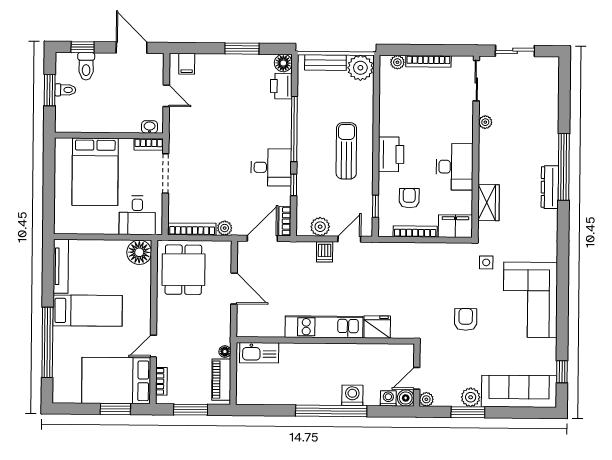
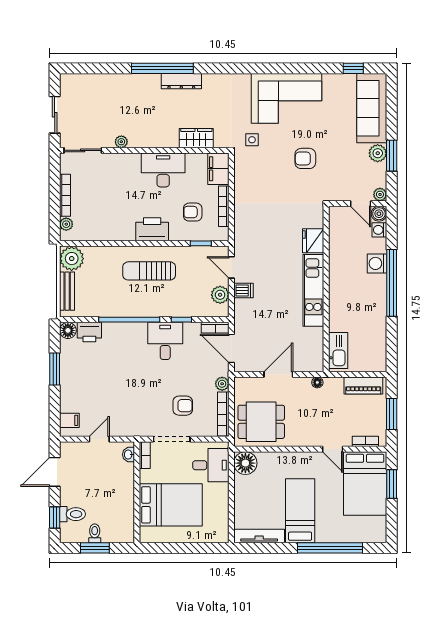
armchair: (201, 186) -> (183, 406), added
floor lamp: (225, 352) -> (317, 382), moved

